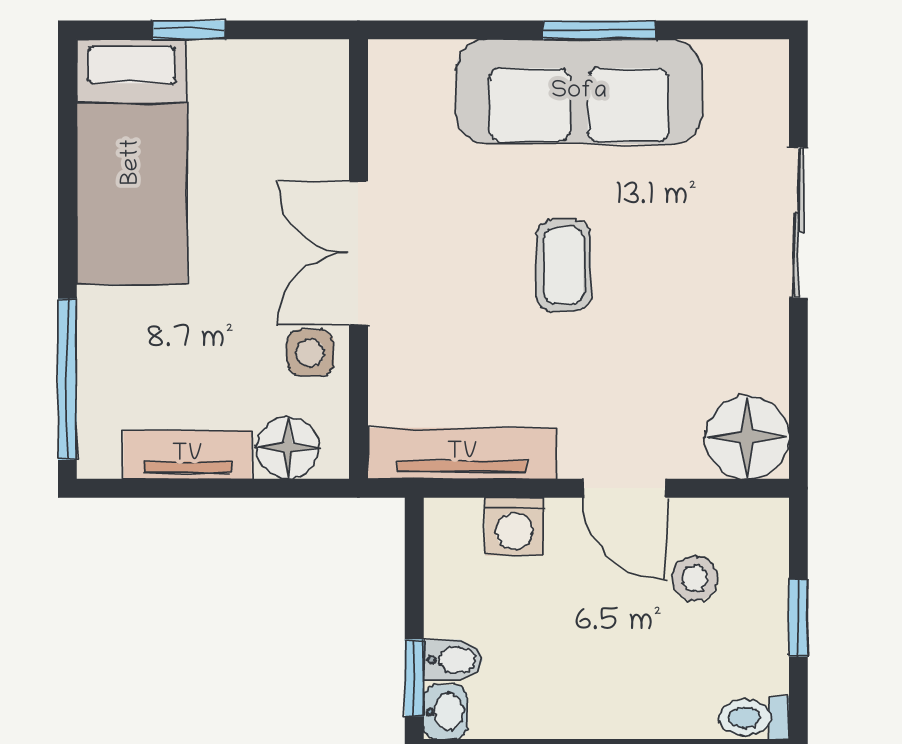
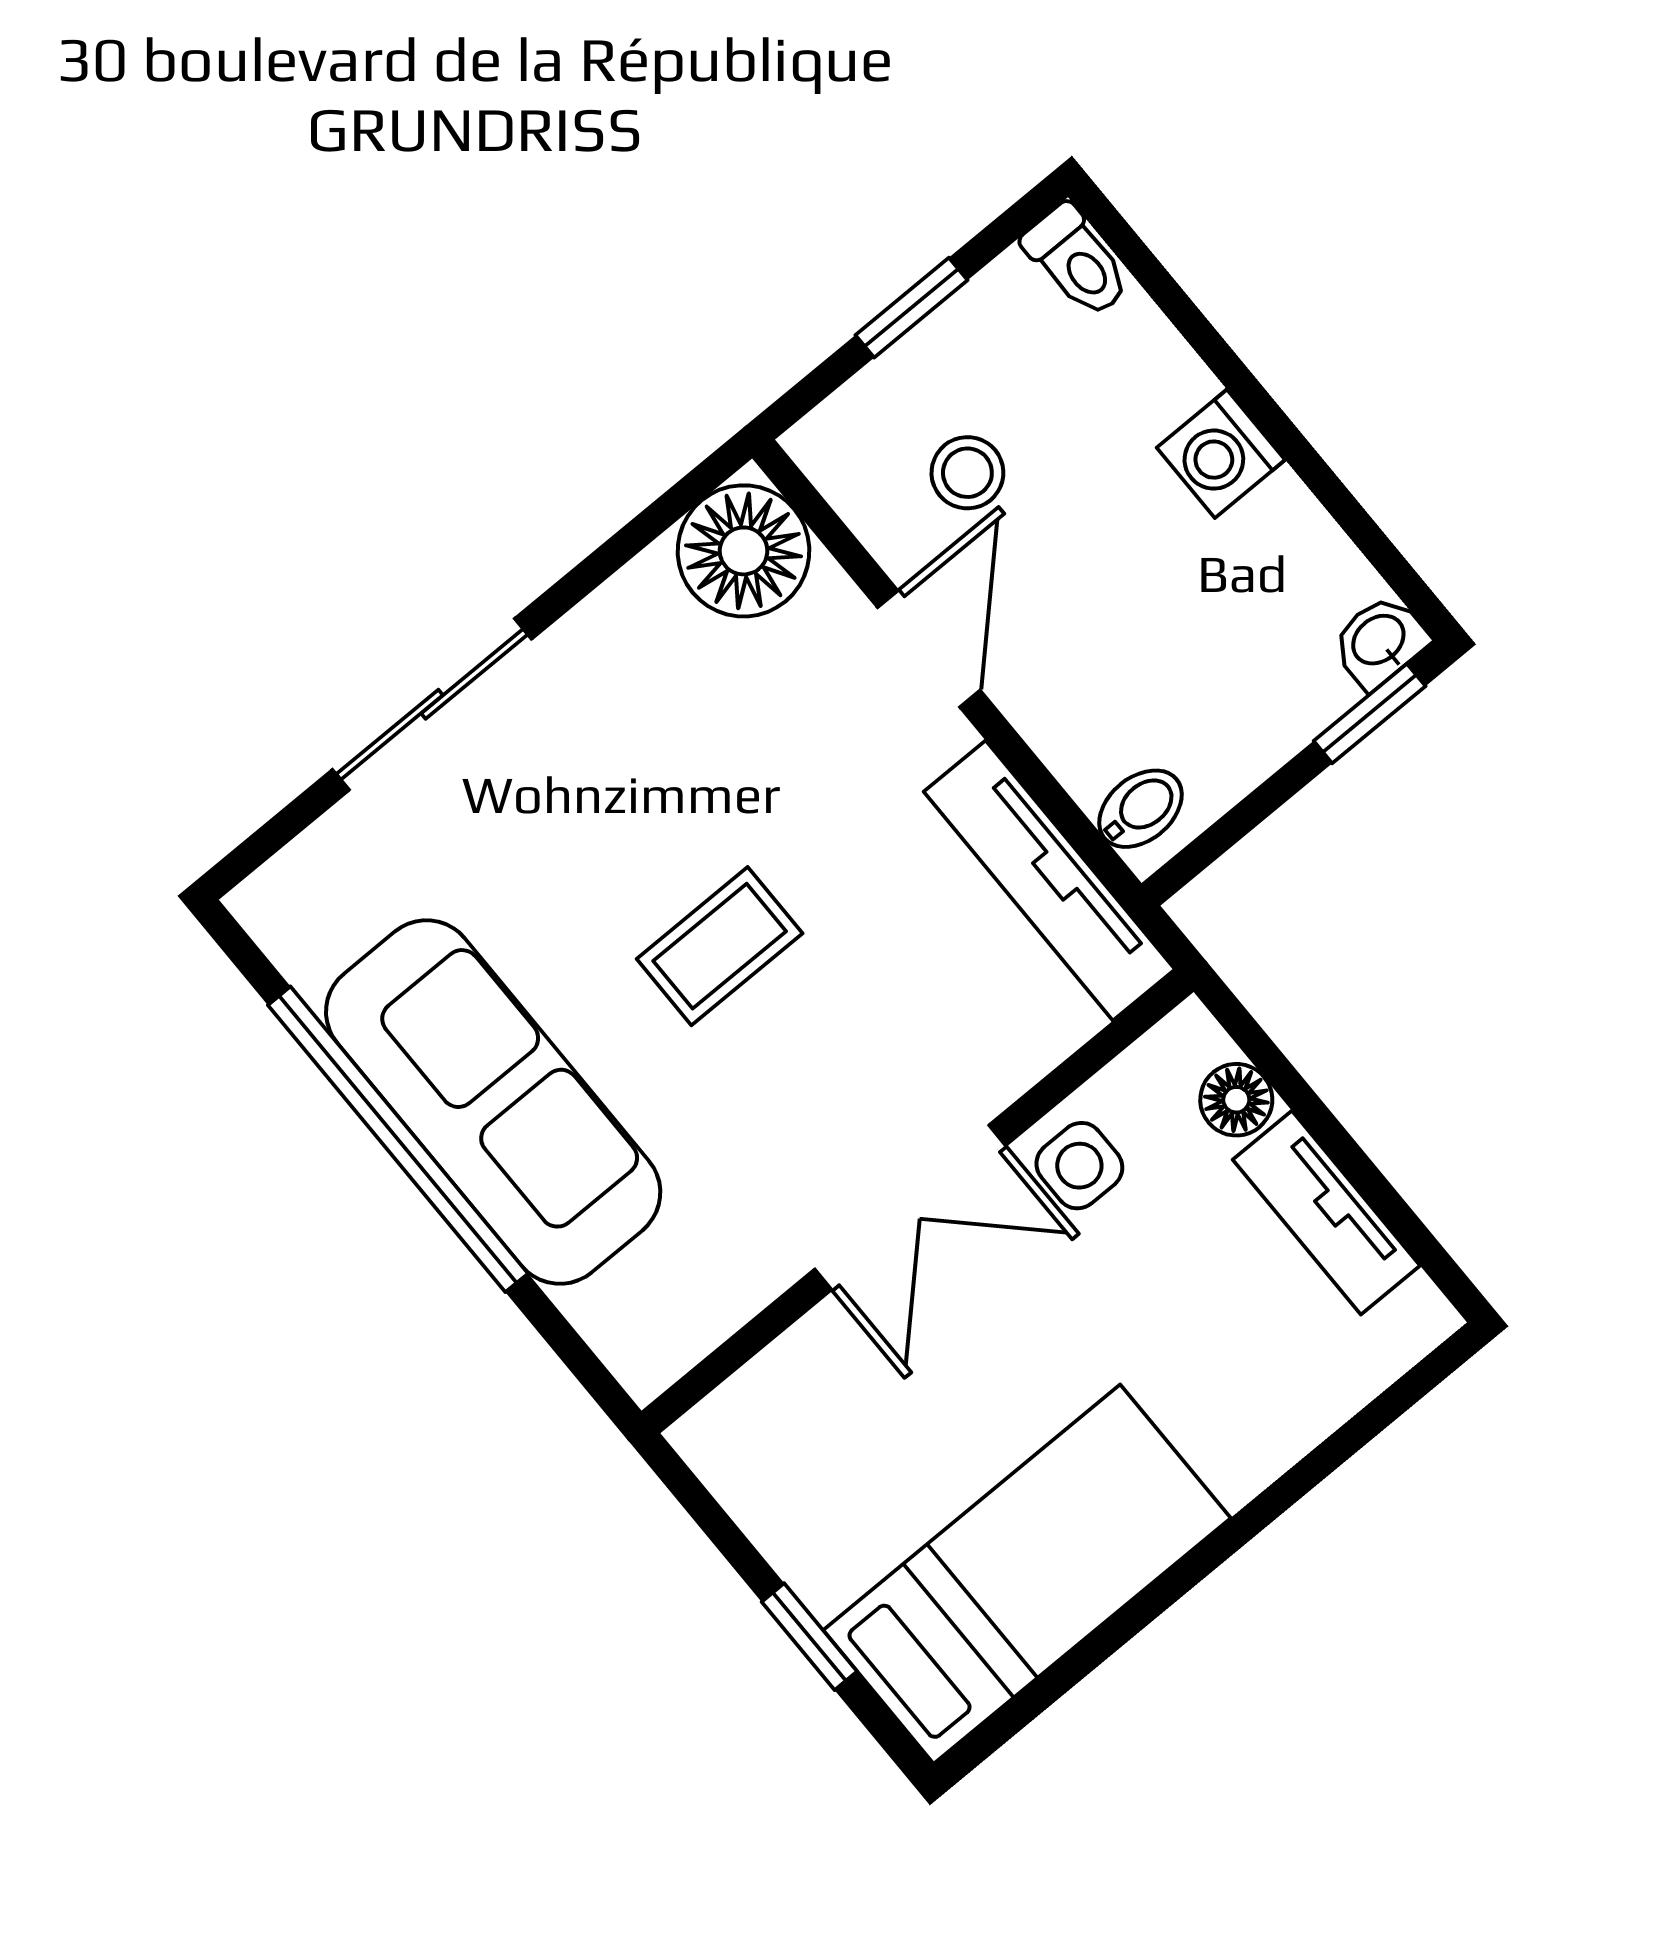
window: (599, 30) -> (398, 1139), width x2.11
window: (67, 379) -> (1356, 1434), removed
floor lamp: (288, 448) -> (1236, 1100), width x0.73, depth x0.73
washing machine: (514, 527) -> (1221, 454), moved, turned 180
bidet: (453, 660) -> (1141, 809), moved, turned 90

